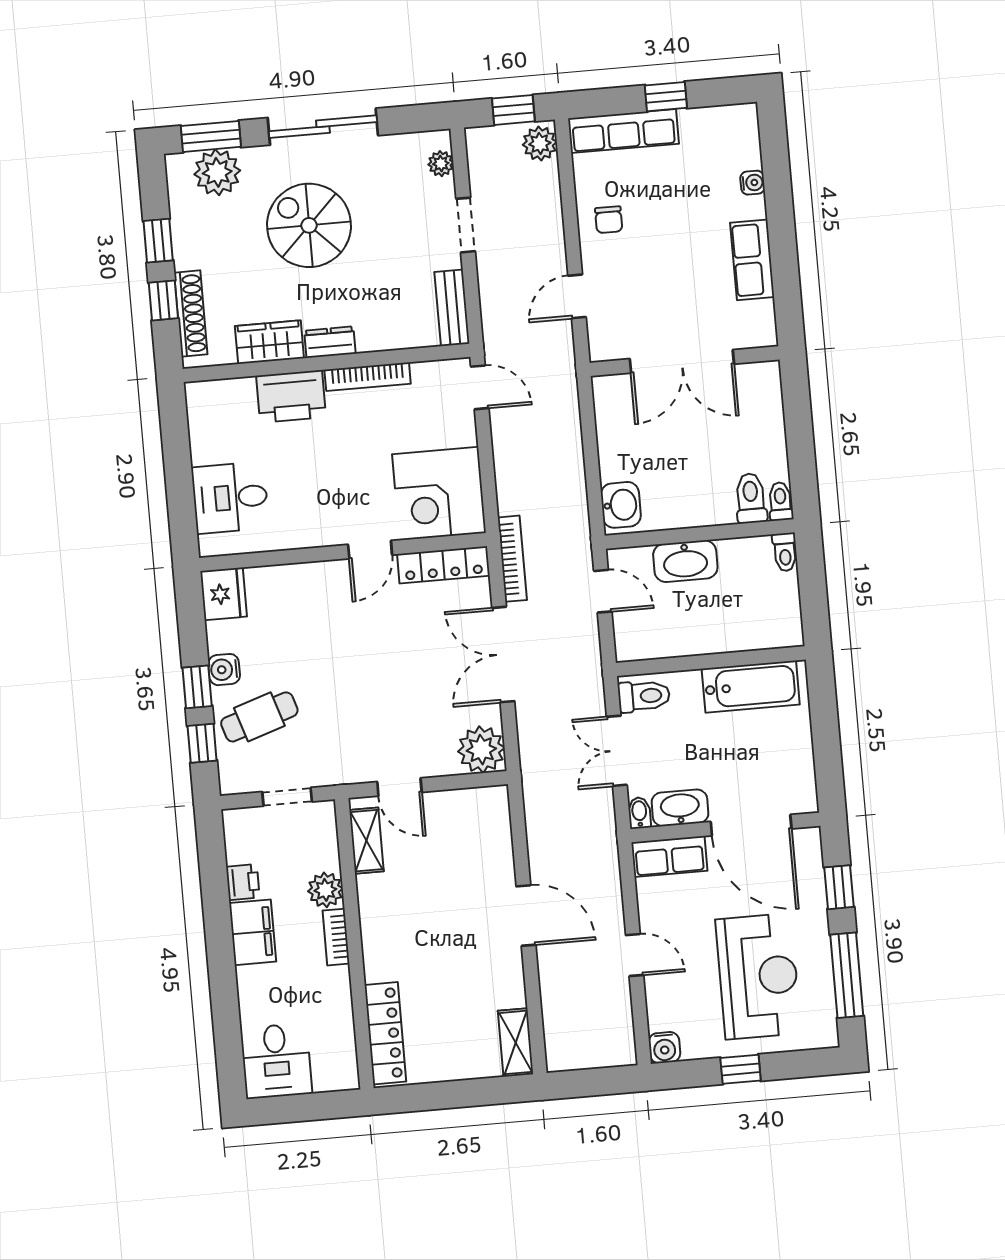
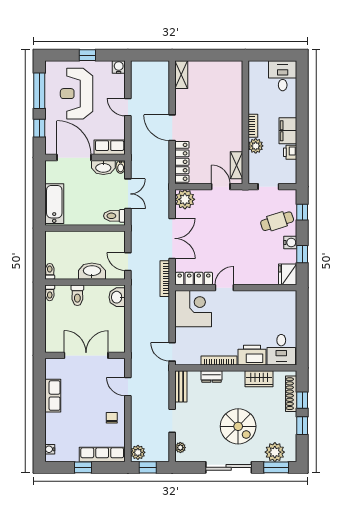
water cooler: (752, 183) -> (50, 449), moved
door: (577, 296) -> (128, 387), swing flipped
dresser: (330, 342) -> (212, 376), moved
desk: (230, 498) -> (281, 350), moved, turned 90
toilet: (751, 498) -> (77, 295), moved
window: (197, 687) -> (302, 254), moved
bathtub: (751, 687) -> (54, 204), moved, turned 90
locker: (385, 1033) -> (182, 162), moved, turned 180

